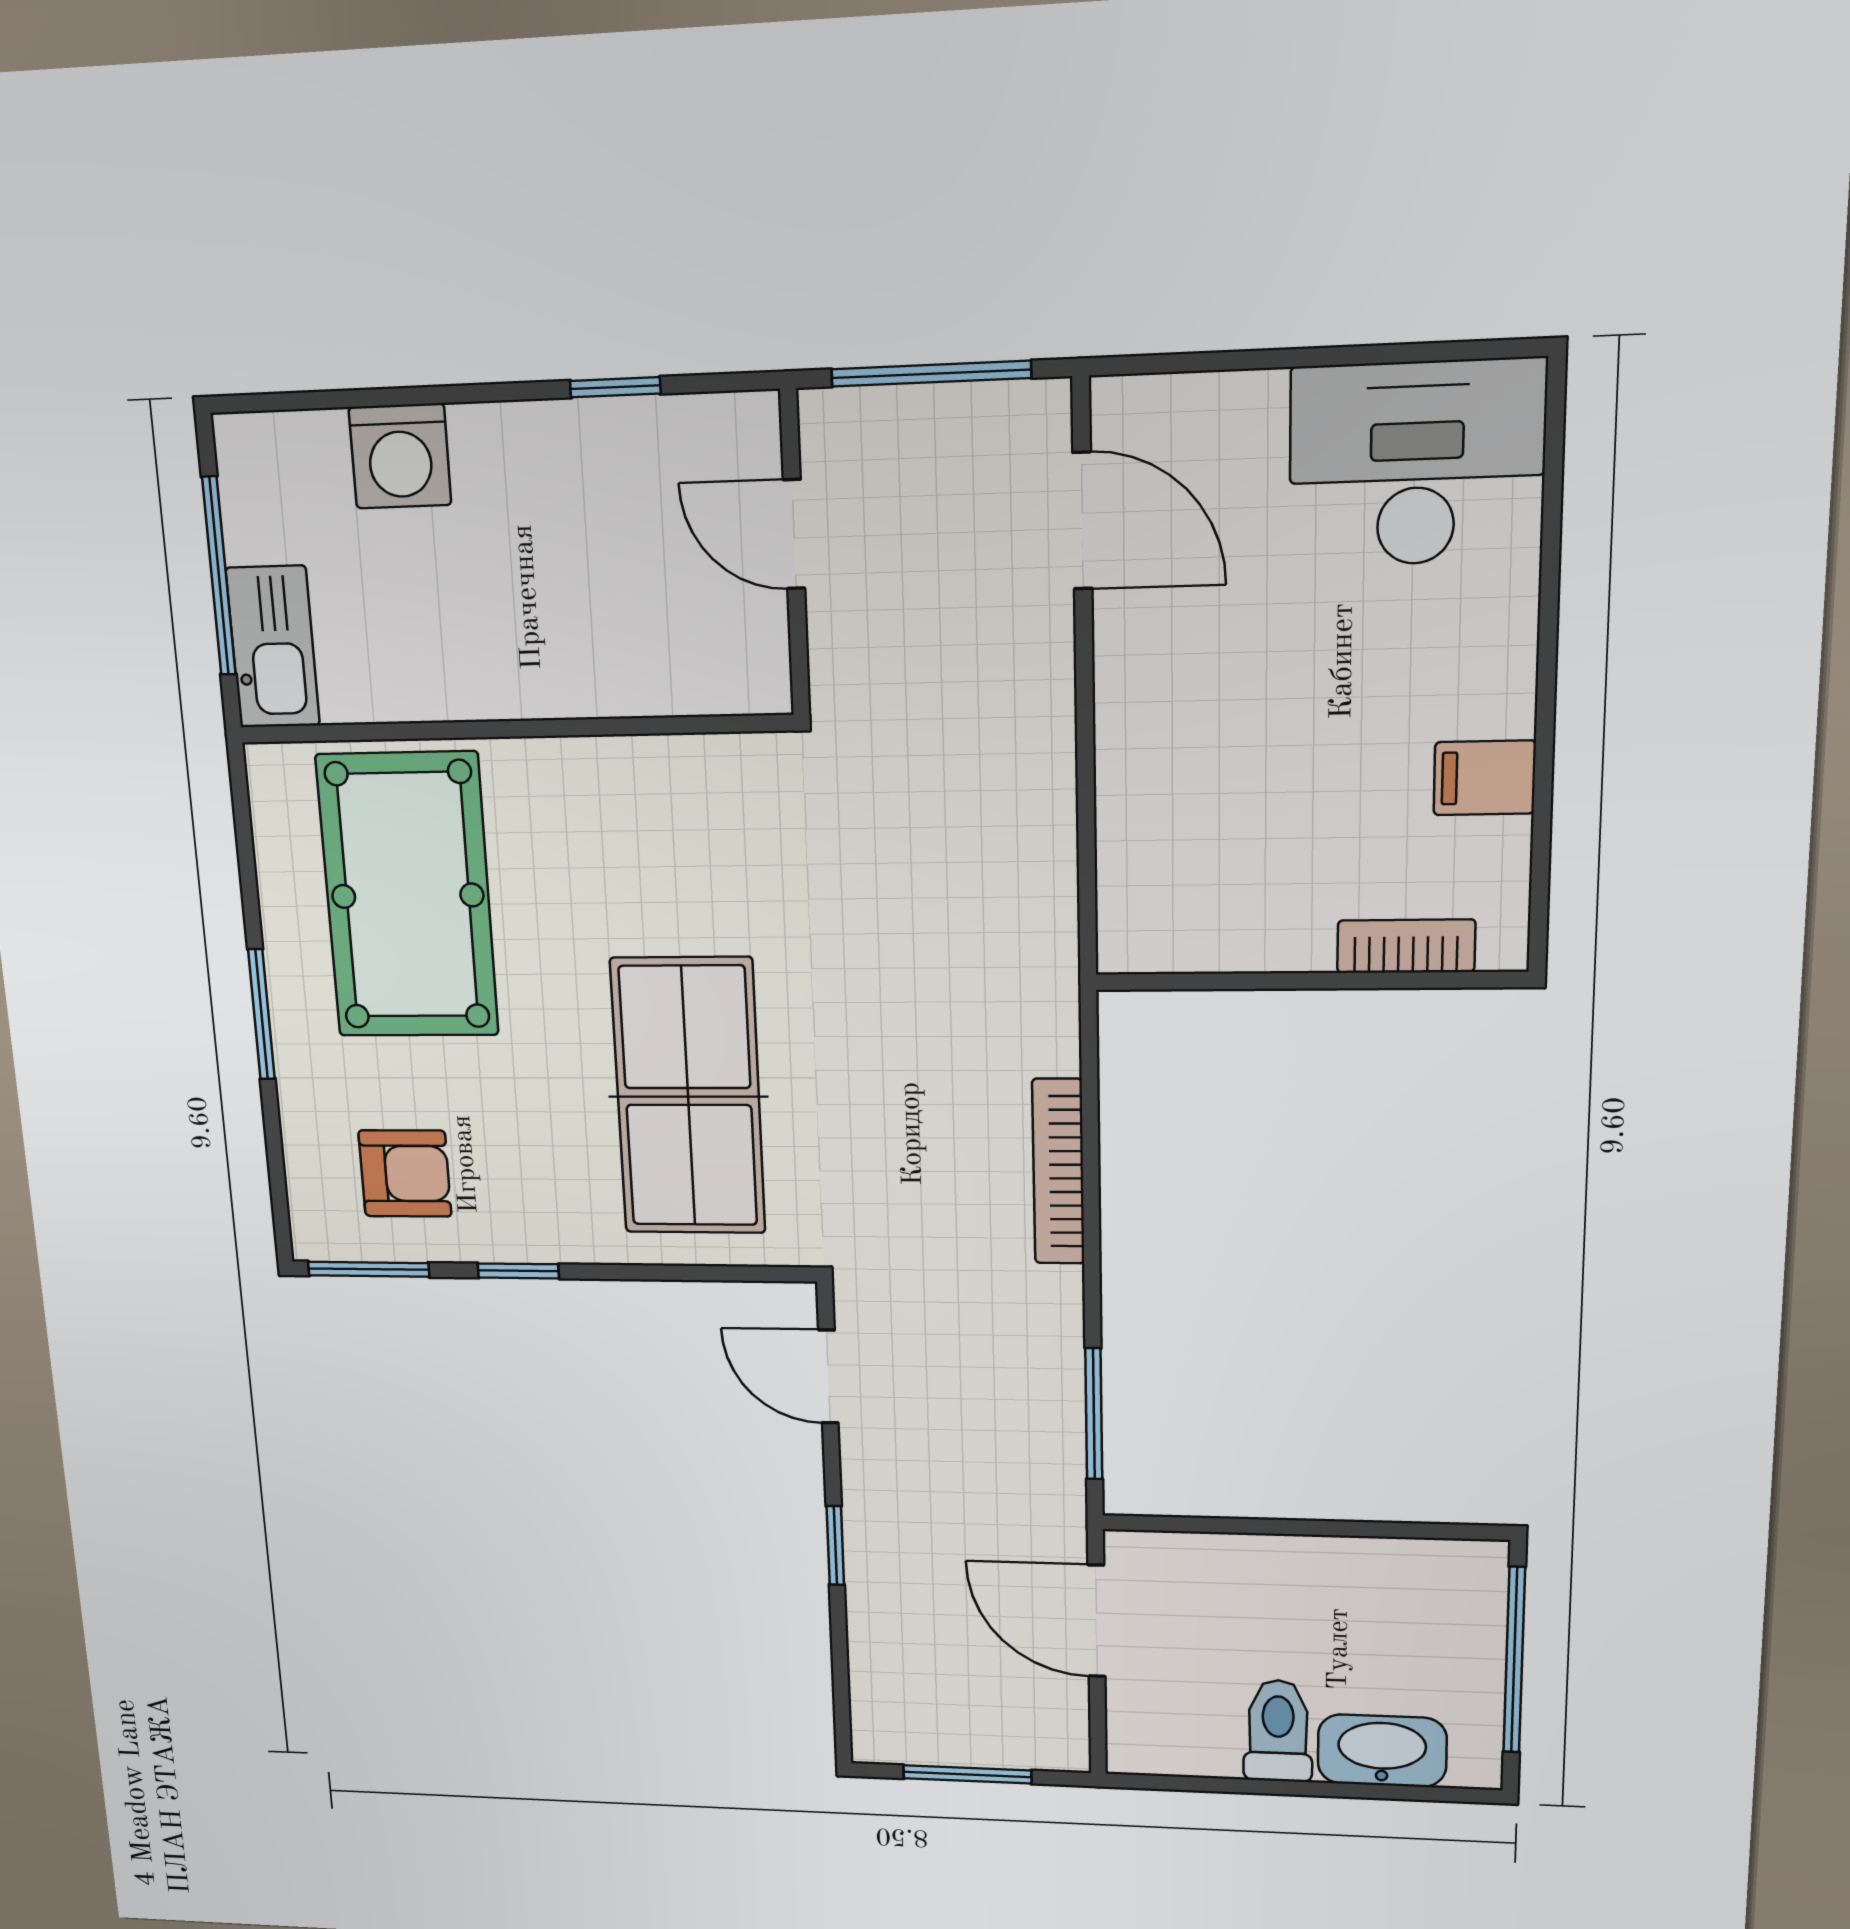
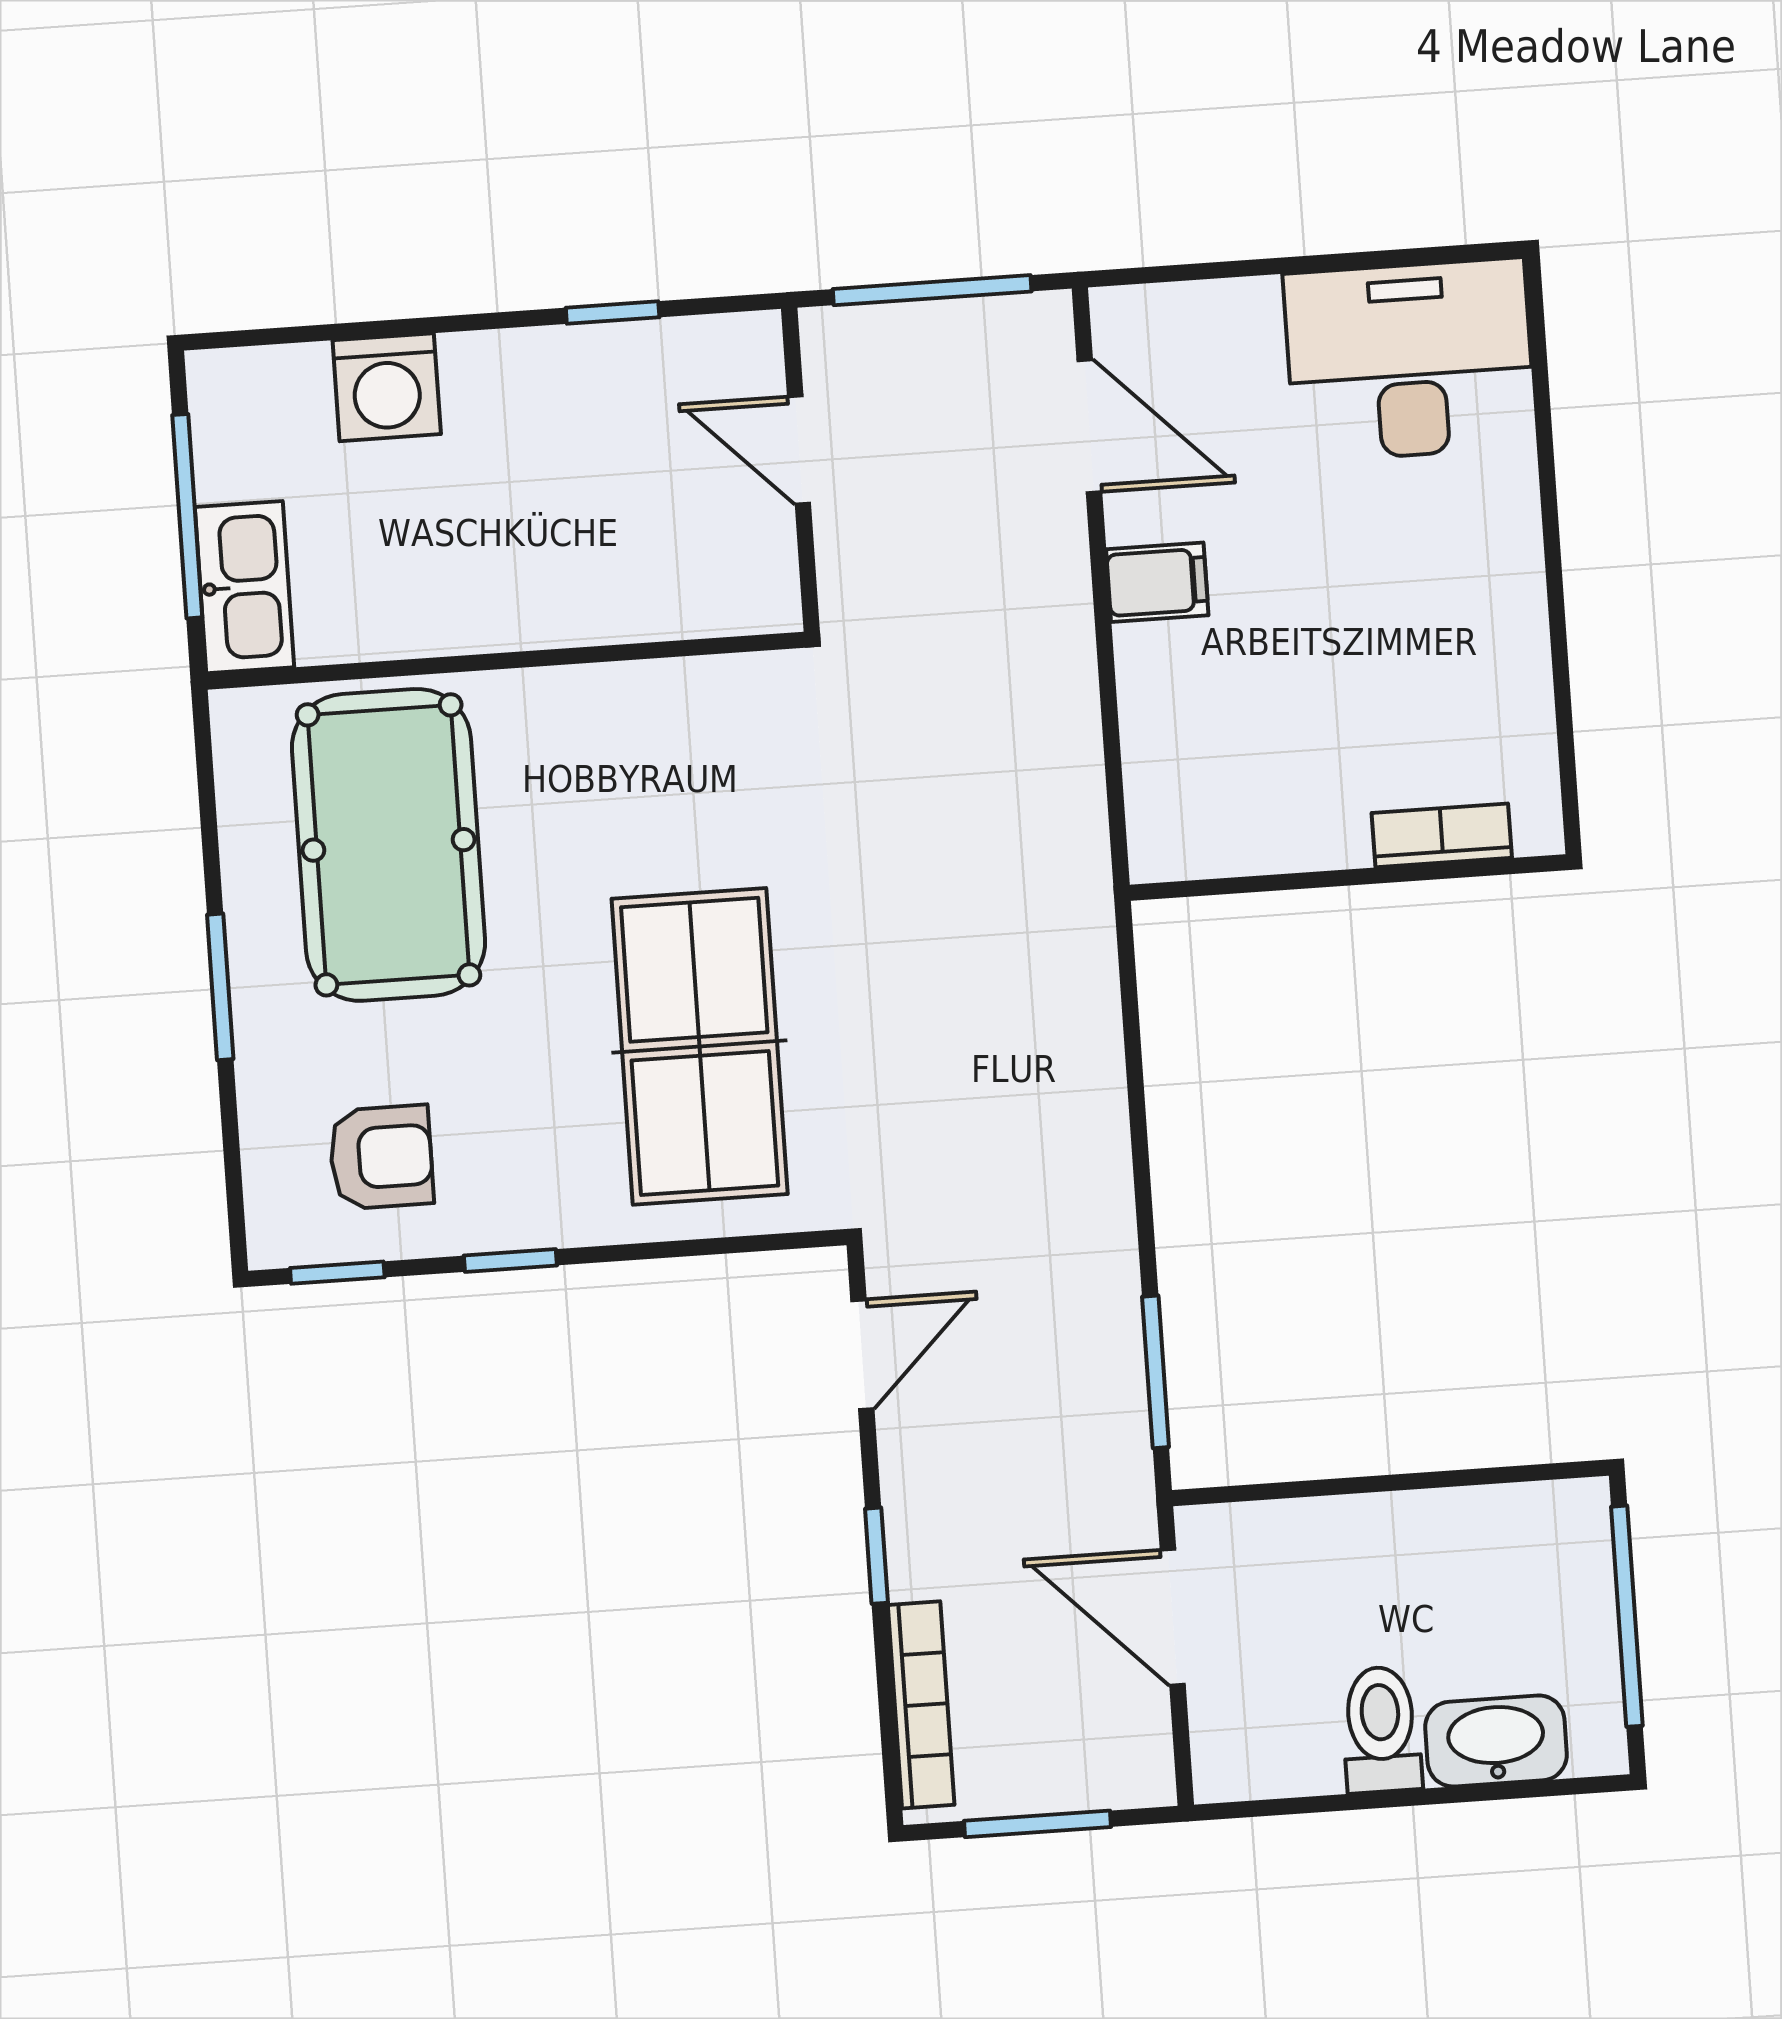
filing cabinet: (1485, 778) -> (1157, 582), moved, turned 180
bookcase: (1058, 1172) -> (921, 1705), moved, turned 180
window: (368, 1269) -> (337, 1273), width x0.67
door: (828, 1377) -> (862, 1355), swing flipped

